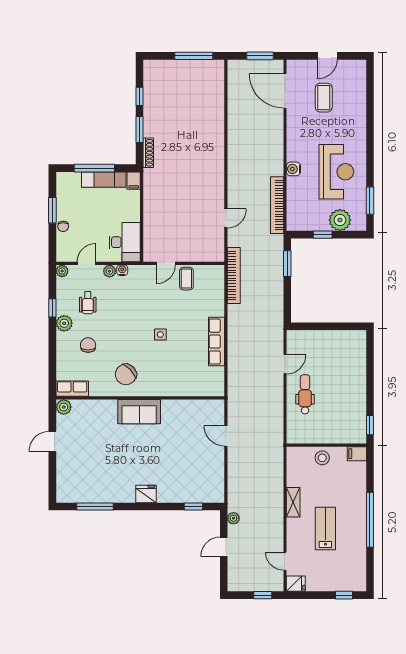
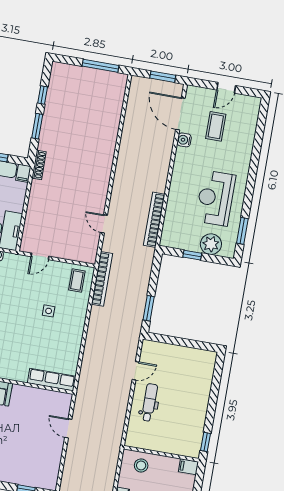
shoe rack: (148, 153) -> (39, 165), moved
water cooler: (293, 169) -> (184, 140), moved
reception desk: (336, 172) -> (216, 198), turned 180
door: (226, 218) -> (104, 224), swing flipped
window: (287, 264) -> (149, 308), moved
coffee table: (186, 279) -> (77, 280), moved
side table: (160, 335) -> (49, 311), moved
row of seats: (217, 342) -> (52, 380), moved, turned 90
stool: (322, 458) -> (141, 465), moved

